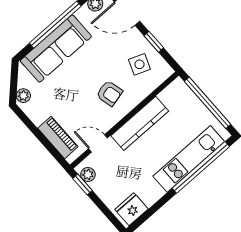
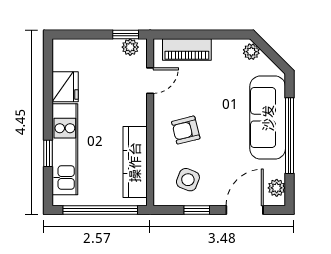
kitchen counter: (140, 123) -> (135, 162), moved
window: (201, 167) -> (48, 153), width x0.32
fridge: (131, 209) -> (65, 87), moved

